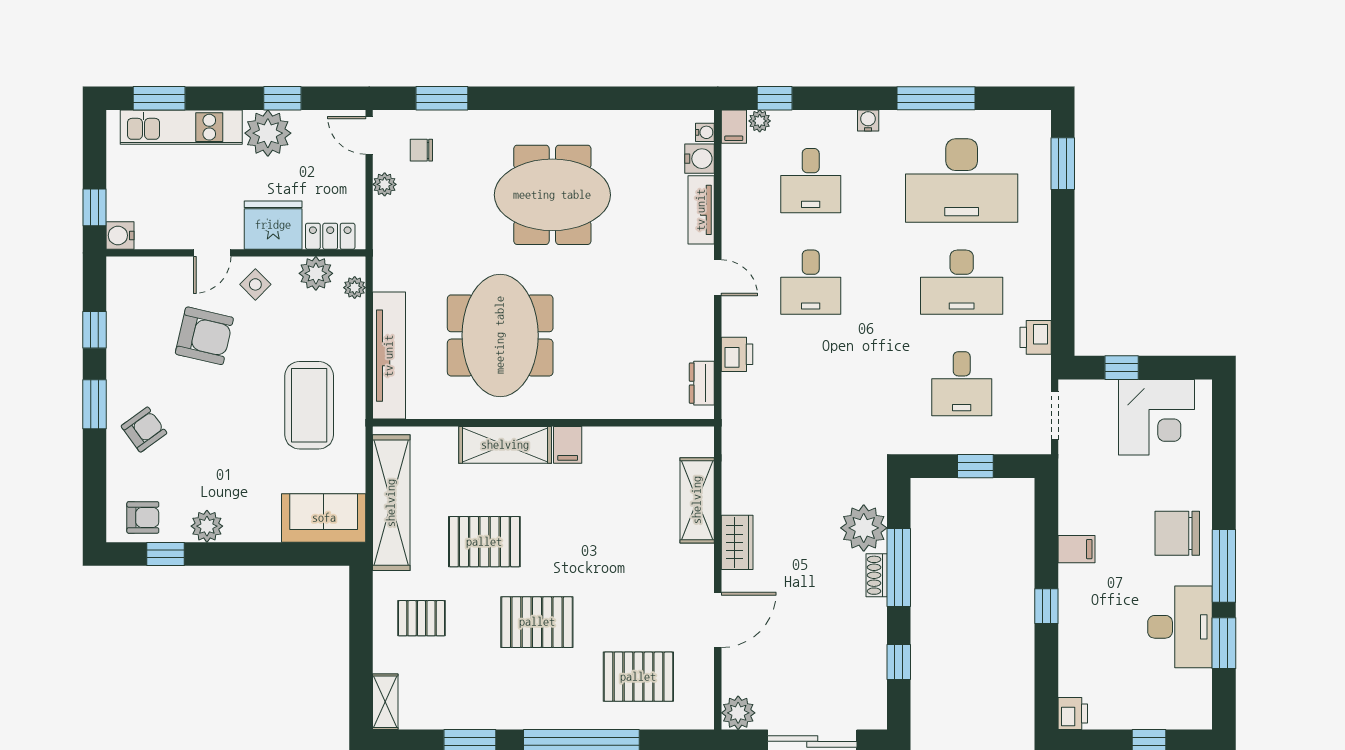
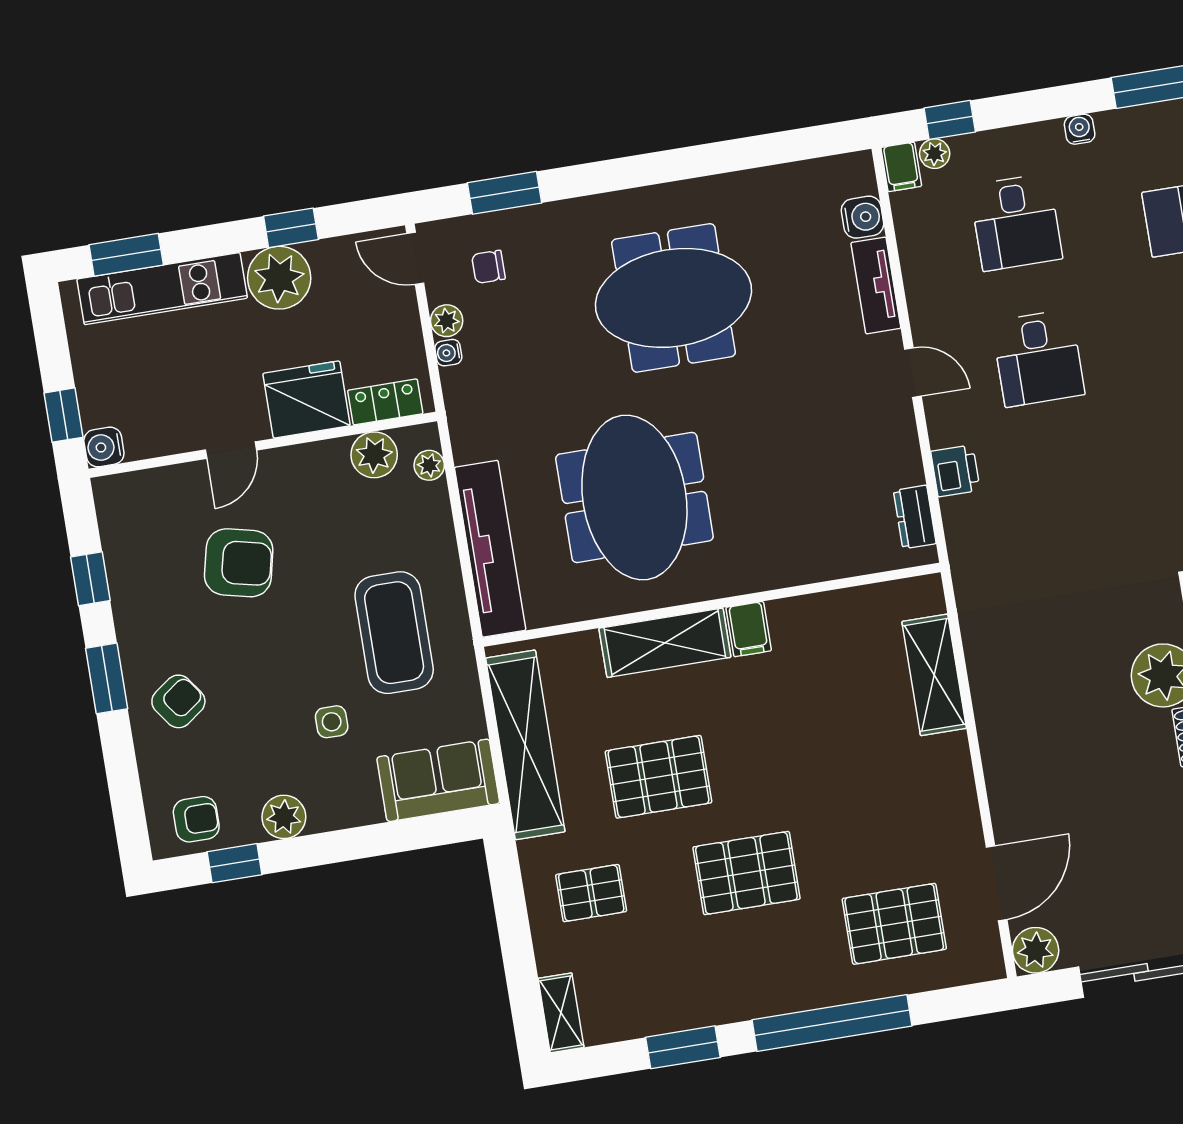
water cooler: (705, 132) -> (448, 353), moved, turned 180
side table: (255, 284) -> (332, 722), moved, turned 45
wardrobe: (737, 542) -> (997, 722), removed
door: (718, 620) -> (997, 883), moved

